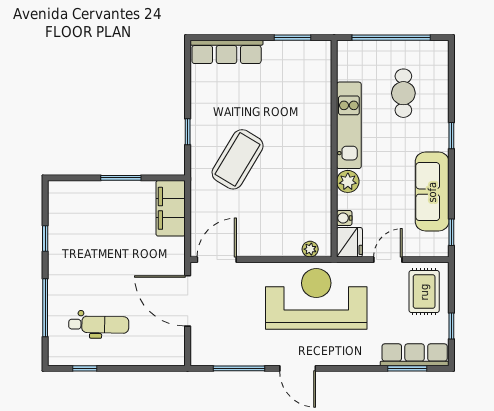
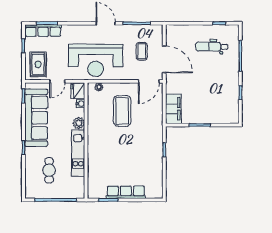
row of seats: (227, 52) -> (126, 192), moved
coffee table: (238, 159) -> (122, 111), moved, turned -31
sofa: (432, 192) -> (36, 118), width x1.36, depth x1.27
coffee table: (230, 316) -> (142, 51), added

